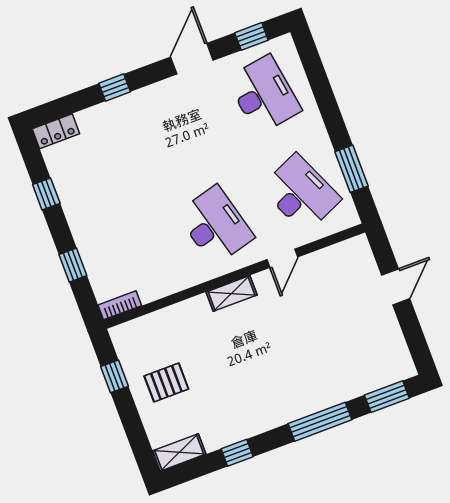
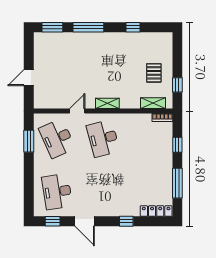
door: (192, 59) -> (85, 221), hinge flipped
locker: (56, 131) -> (156, 211), width x1.53
window: (46, 194) -> (177, 183), width x2.17
pallet: (166, 382) -> (154, 73), turned 90
shelving: (179, 452) -> (153, 103), moved

